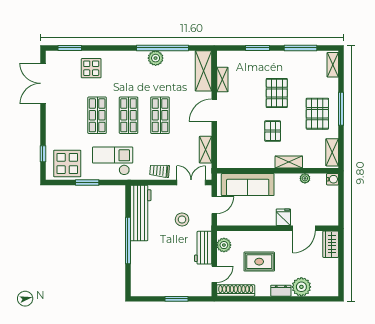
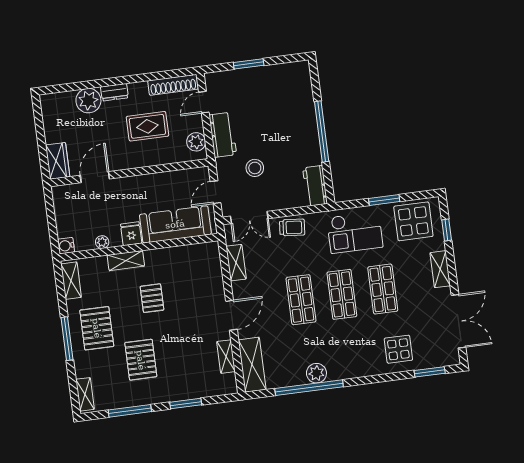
pallet: (277, 93) -> (141, 360), moved
shelving: (52, 125) -> (440, 269), added
workbench: (141, 213) -> (315, 186), width x0.53, depth x0.76
fridge: (283, 217) -> (131, 234), moved, turned 180

